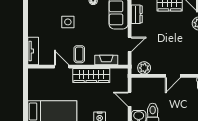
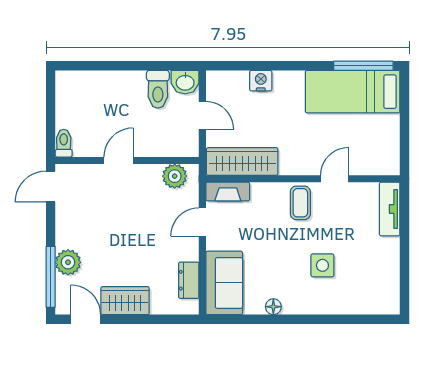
fireplace: (106, 60) -> (228, 192), moved
door: (62, 67) -> (335, 179), swing flipped
wardrobe: (91, 75) -> (242, 162), moved

